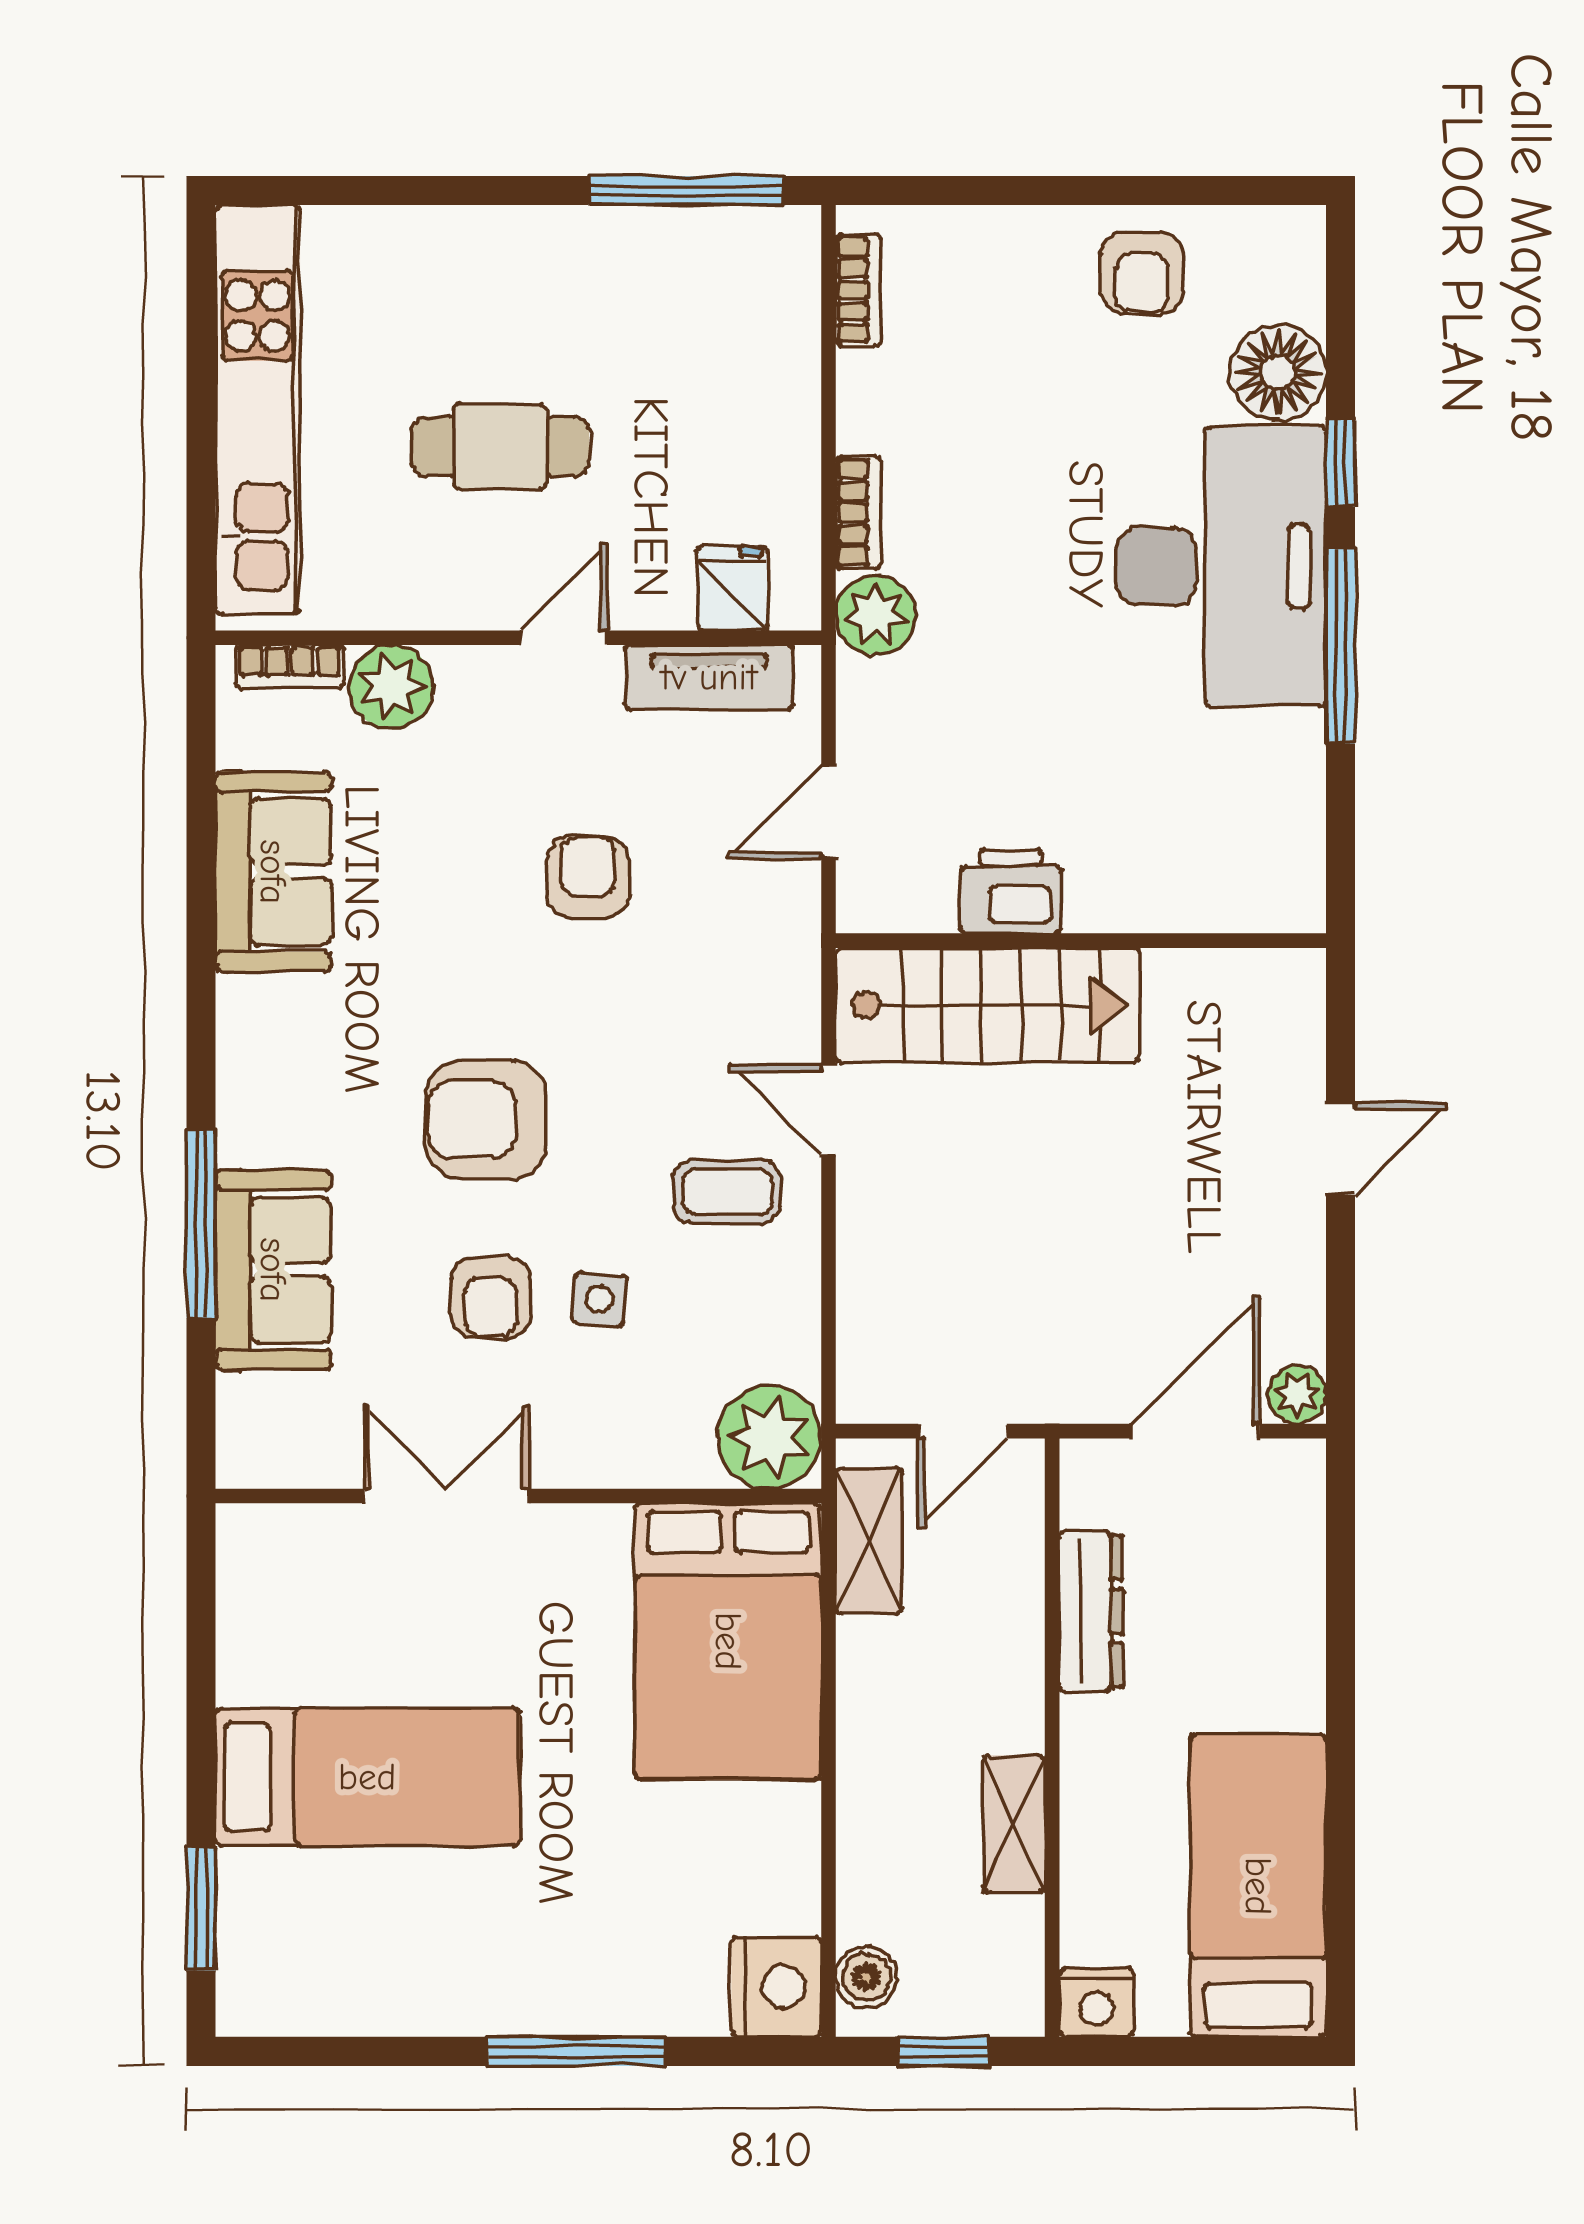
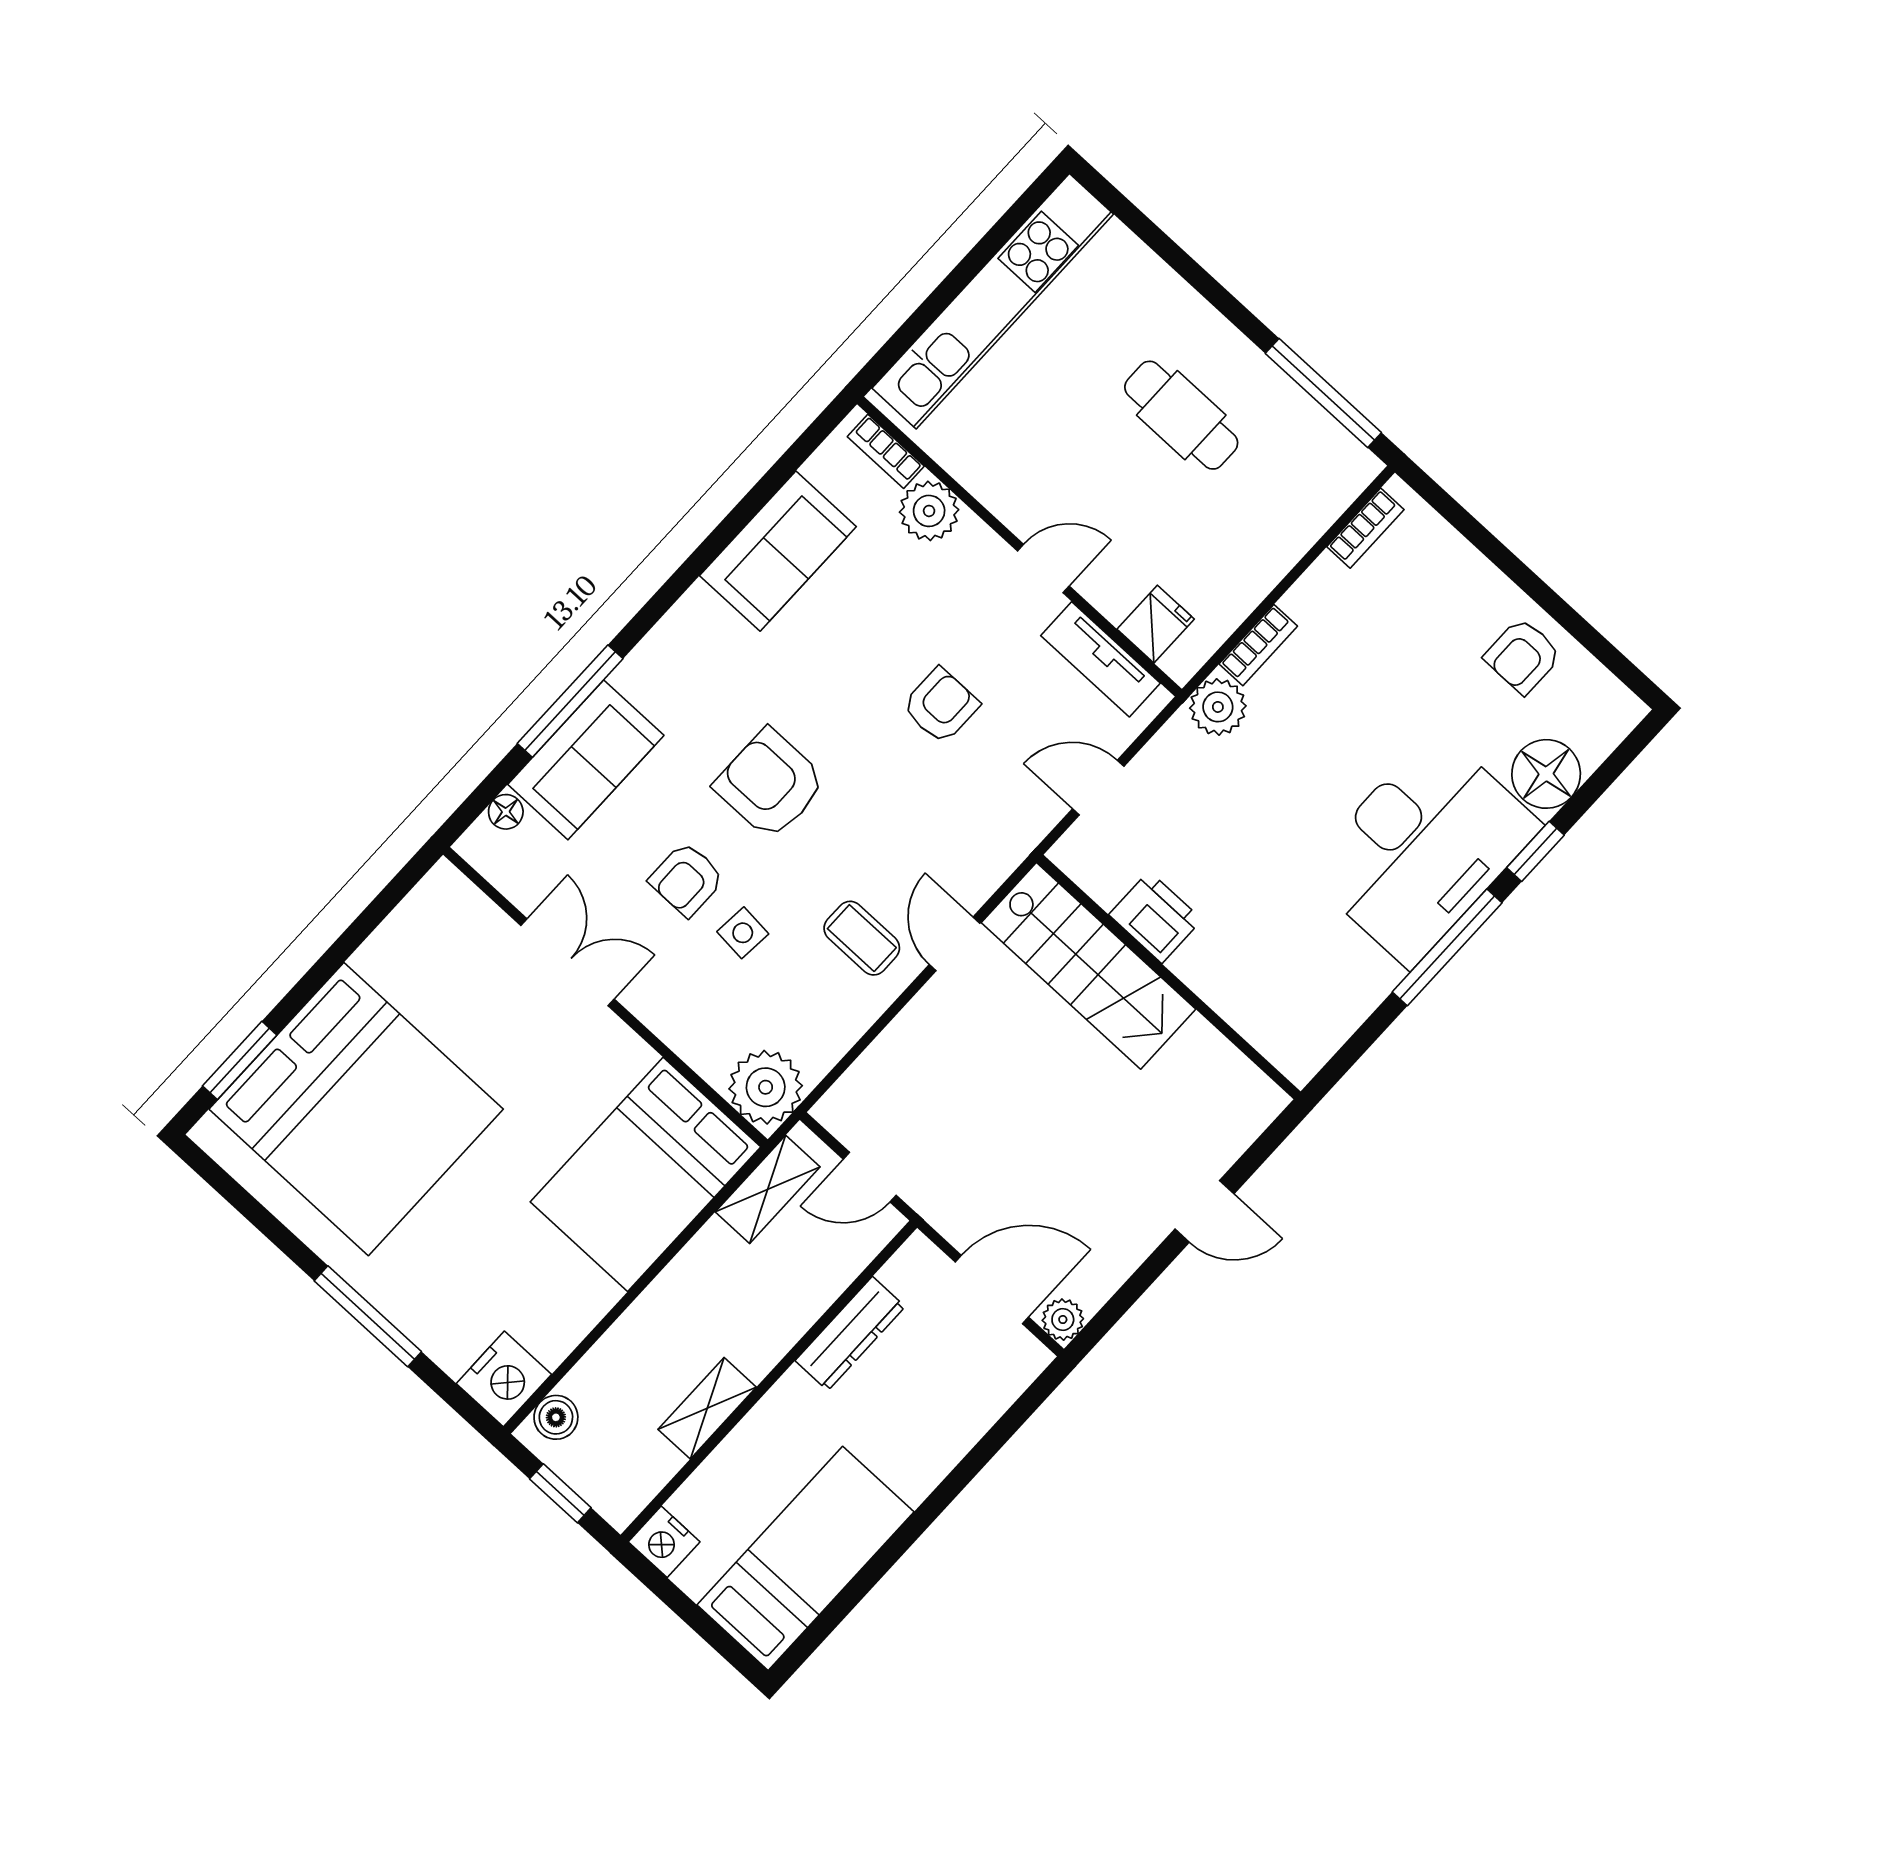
cafe table: (500, 447) -> (1181, 415), moved
floor lamp: (240, 1399) -> (506, 812), added
bed: (367, 1777) -> (356, 1109), width x2.04

